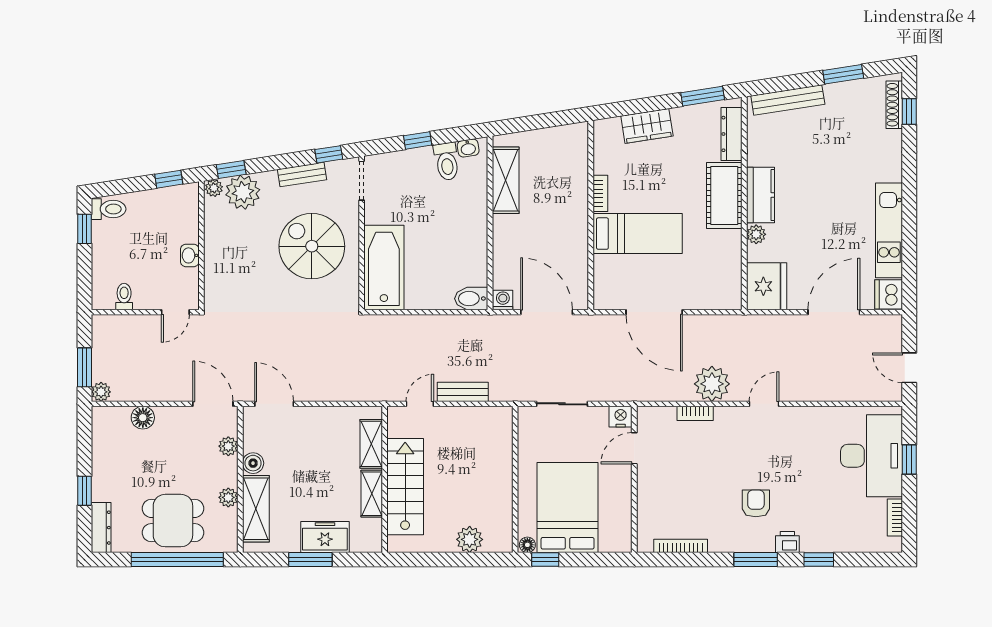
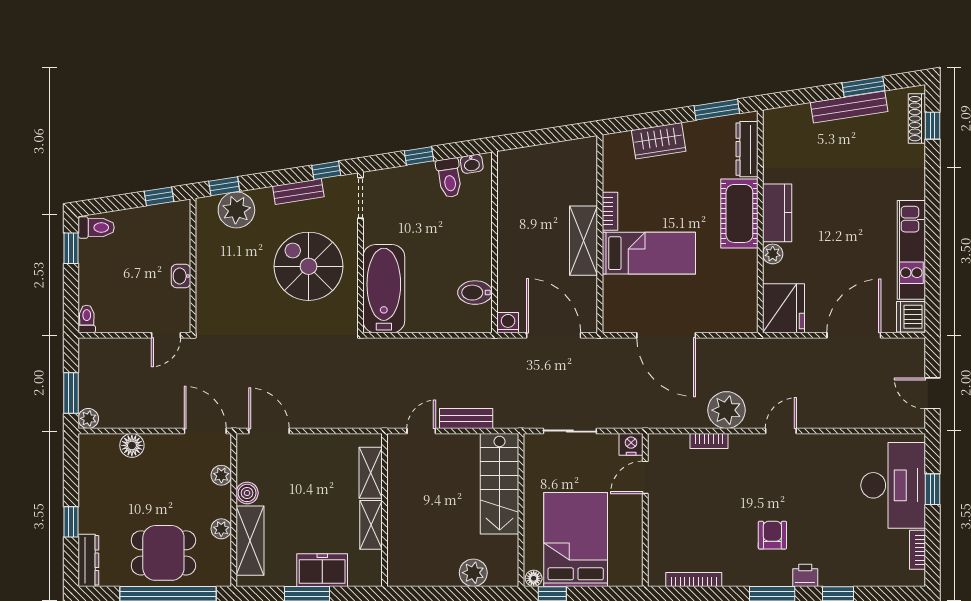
bench: (788, 100) -> (849, 107), moved
shelving: (506, 180) -> (584, 241), moved
plant: (214, 188) -> (206, 206), removed
toilet: (124, 297) -> (87, 319), moved
bidet: (471, 299) -> (475, 293), moved
stairs: (405, 487) -> (500, 484), moved, turned 180

